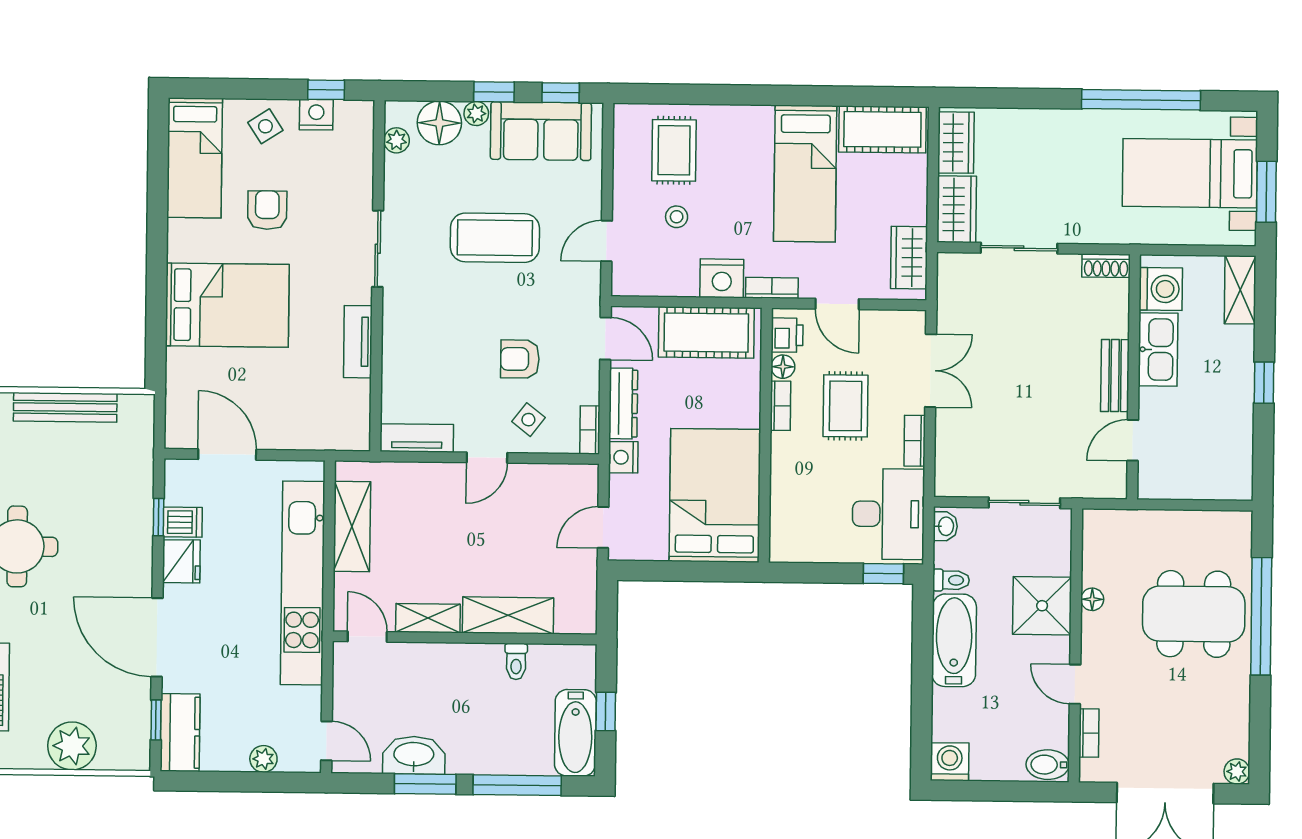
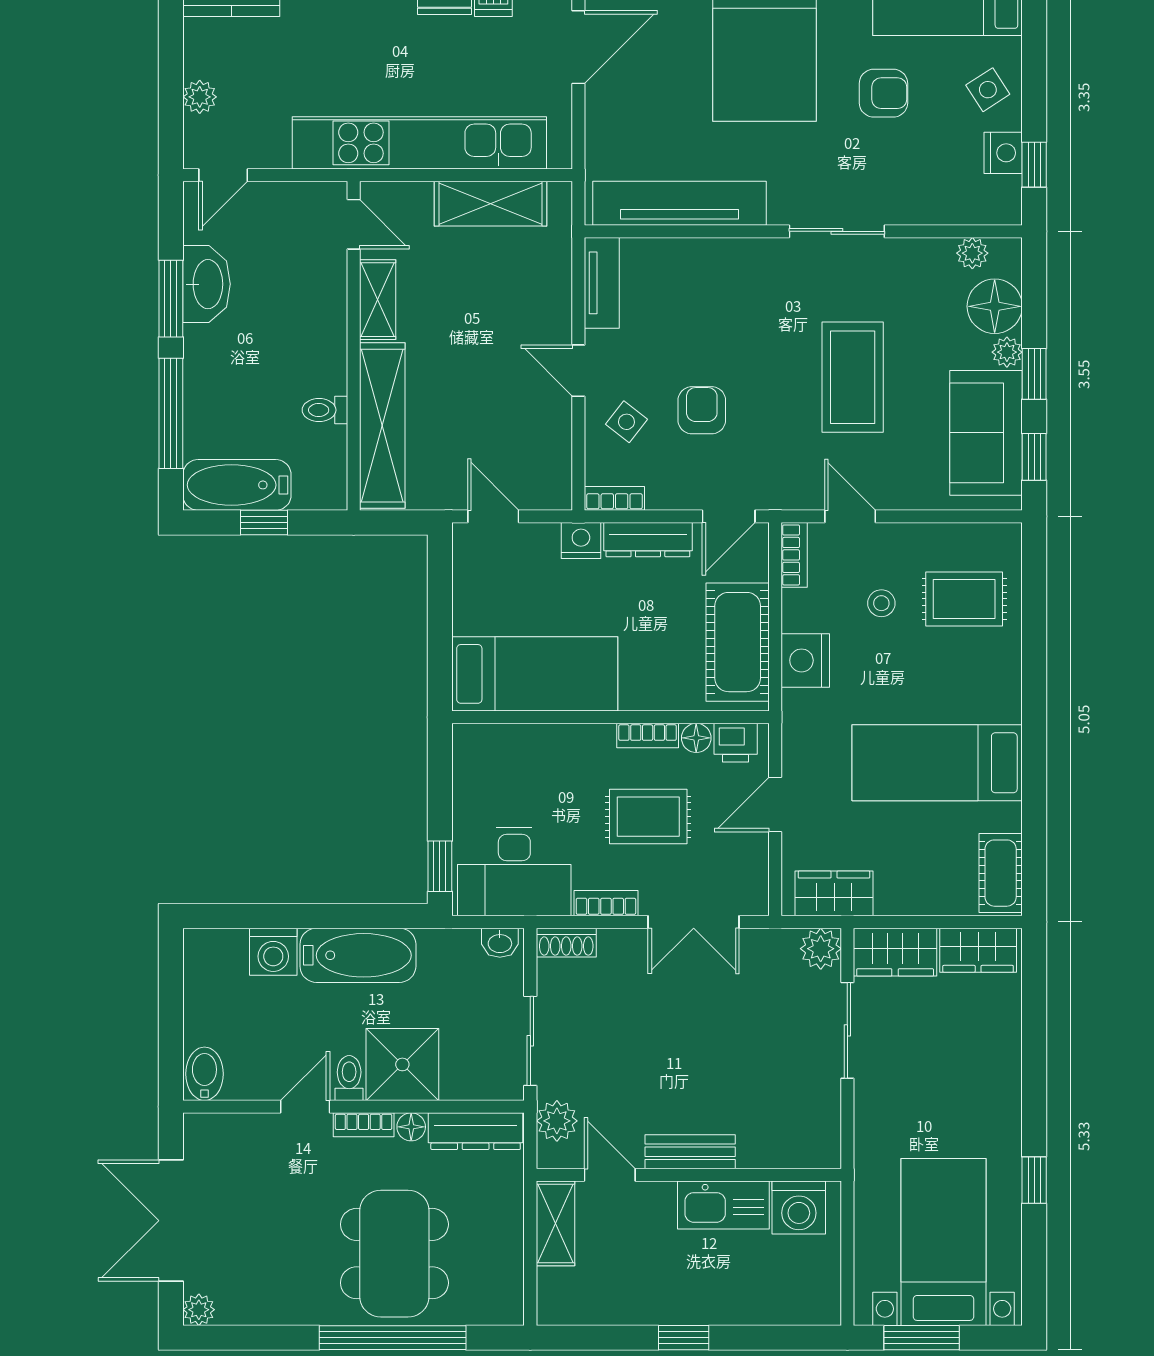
window: (1141, 100) -> (1034, 1180), width x0.32
cot: (882, 129) -> (1001, 873), width x0.73, depth x0.75
shoe rack: (1106, 266) -> (566, 943), moved, turned -90
plant: (953, 269) -> (821, 949), added
bookcase: (772, 288) -> (794, 555), moved
shelving: (1240, 290) -> (555, 1223), moved, turned 90
tv unit: (358, 342) -> (679, 203), width x1.92, depth x1.29
plant: (1089, 482) -> (557, 1121), added
bed: (715, 495) -> (535, 674), width x0.67
dresser: (1096, 548) -> (476, 1131), added
toilet: (951, 580) -> (349, 1078), moved, turned 180
shelving: (508, 615) -> (382, 426), width x1.47
door: (367, 637) -> (354, 224), hinge flipped
bookcase: (1089, 733) -> (364, 1125), moved
washing machine: (950, 762) -> (273, 952), moved, turned 90

